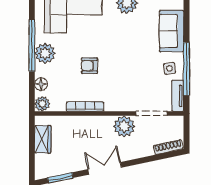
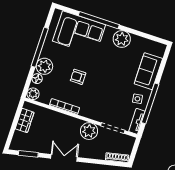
plant: (45, 53) -> (44, 66), moved

